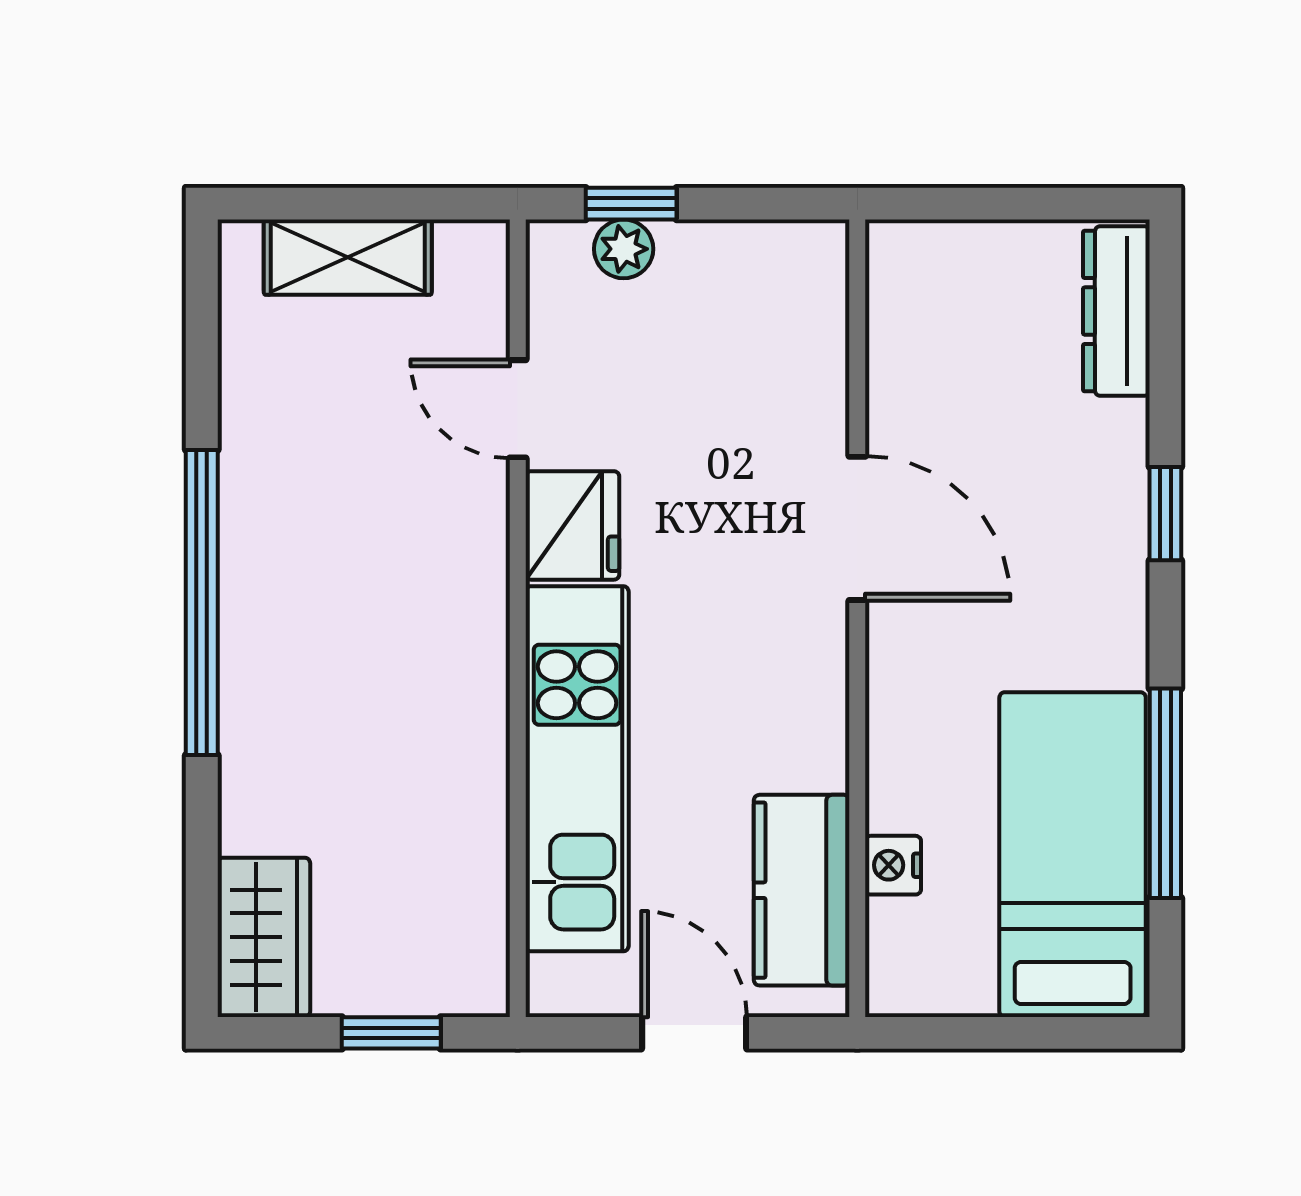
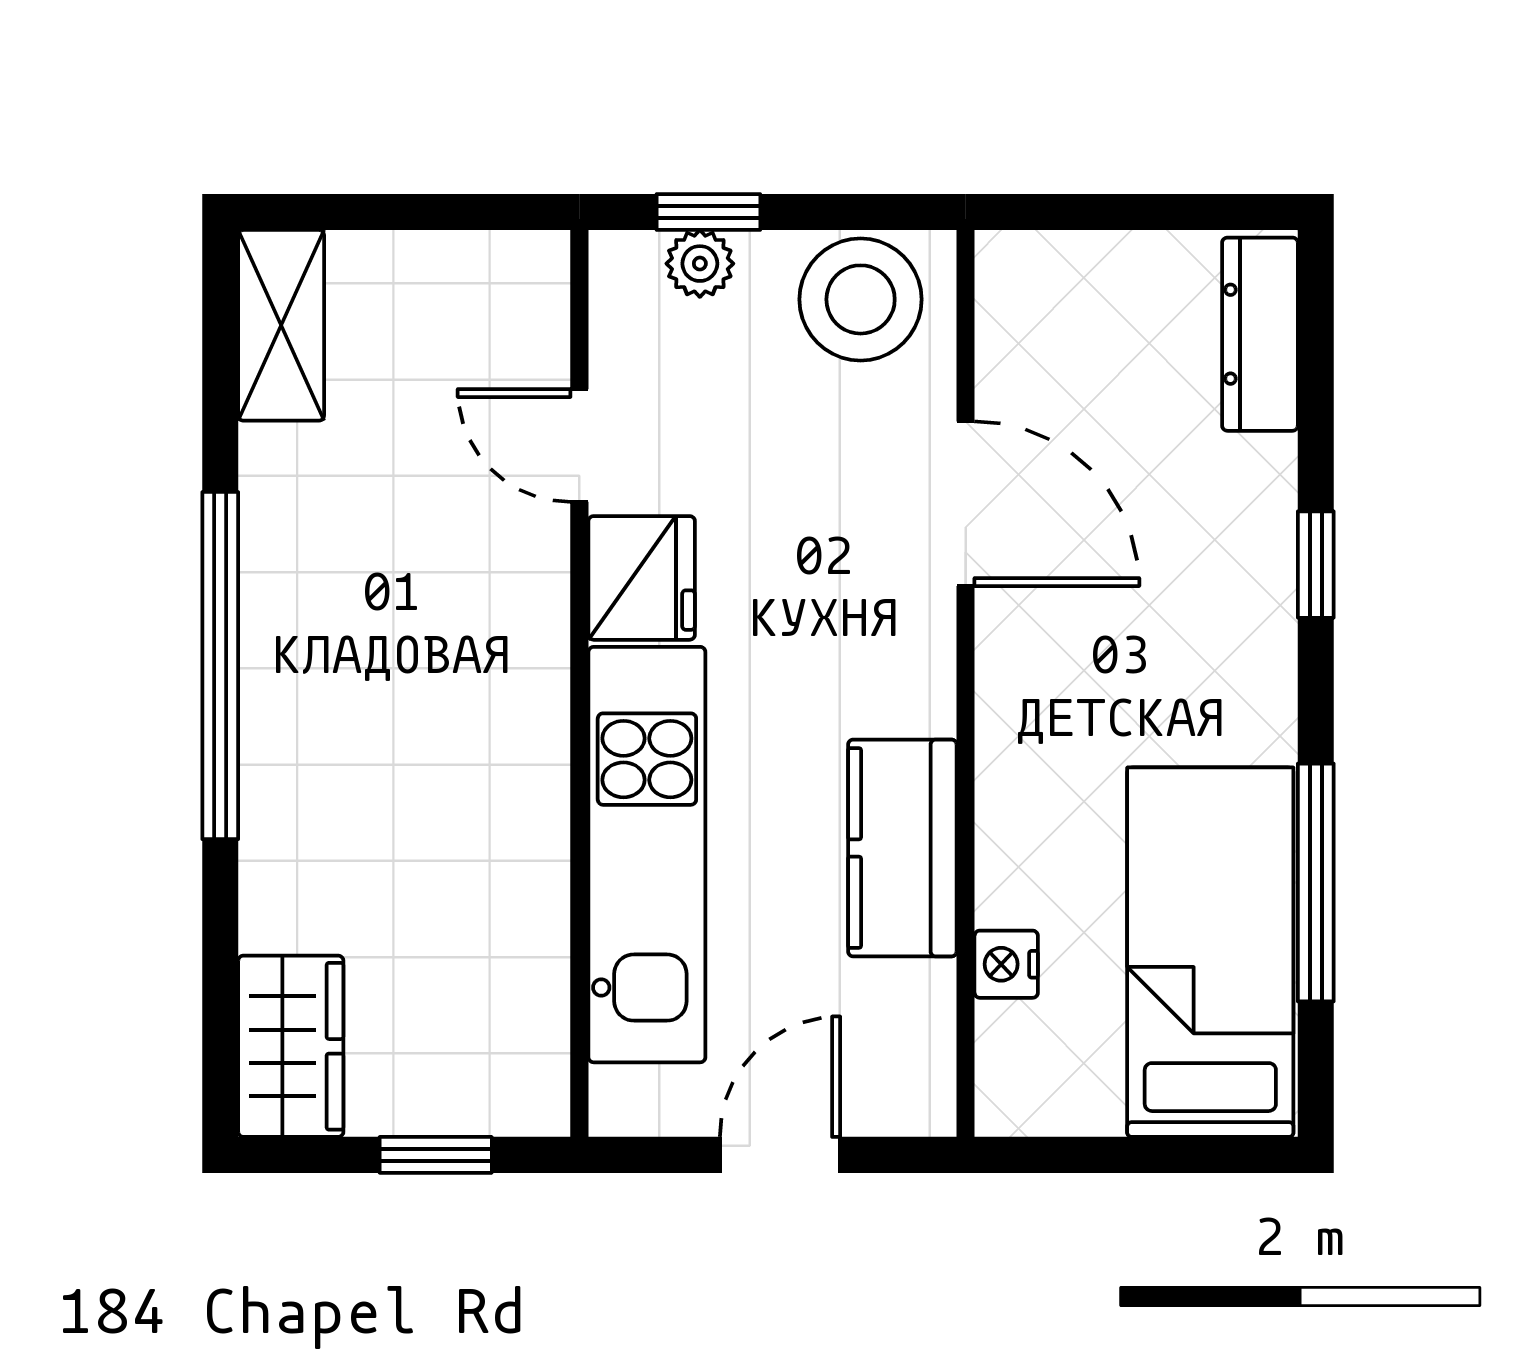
shelving: (348, 257) -> (281, 325), moved, turned 90
stool: (765, 280) -> (861, 299), added
door: (857, 528) -> (966, 504), moved
kitchen counter: (802, 890) -> (902, 848), moved
door: (694, 1033) -> (780, 1155), hinge flipped

